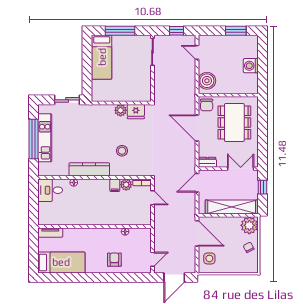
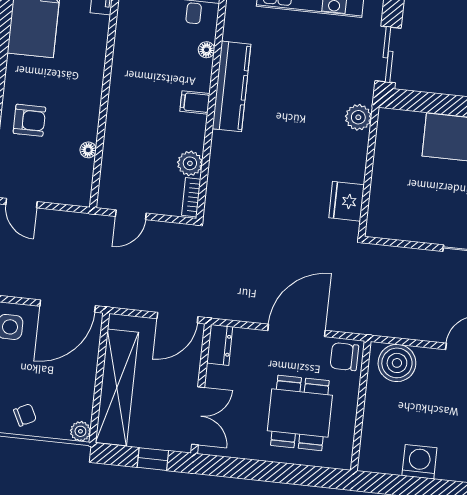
plant: (121, 110) -> (358, 117), moved
dining table: (234, 122) -> (300, 413), width x0.73
stool: (122, 151) -> (265, 162), removed
door: (197, 183) -> (177, 318), swing flipped
filing cabinet: (115, 185) -> (195, 102), moved
door: (152, 198) -> (131, 215), moved
plant: (249, 225) -> (80, 431), width x0.53, depth x0.53

